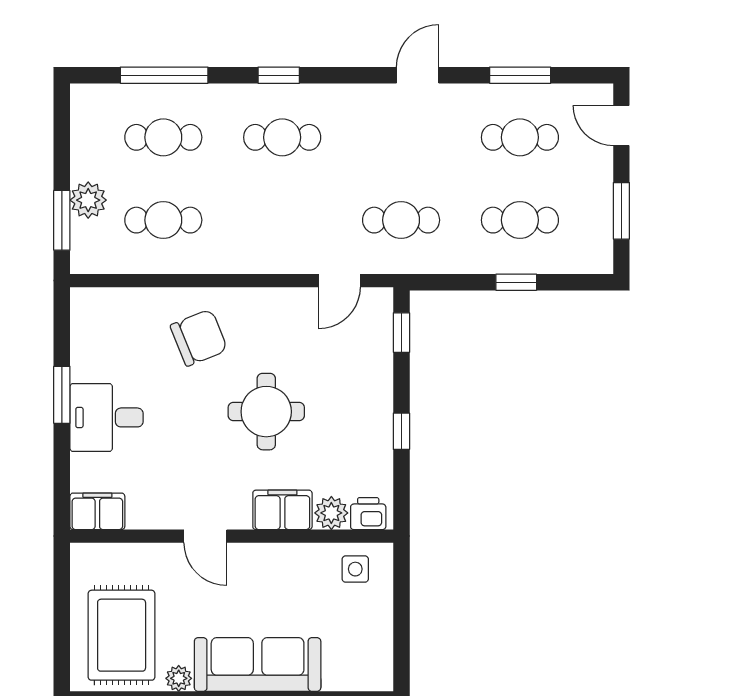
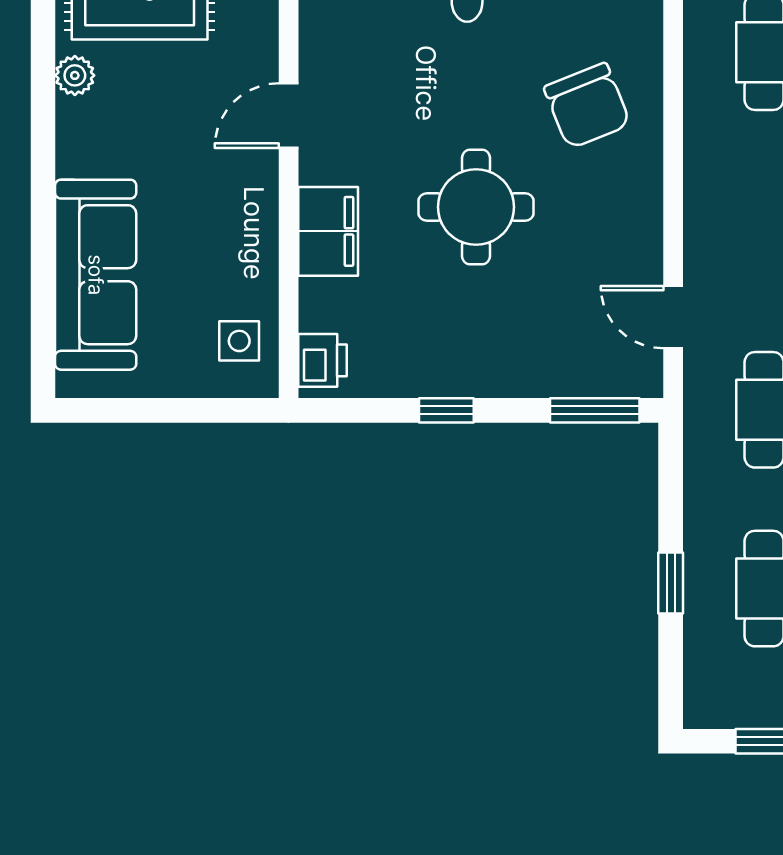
window: (401, 333) -> (595, 410), width x1.50
plant: (331, 513) -> (323, 305), removed
sofa: (258, 664) -> (96, 275), moved

